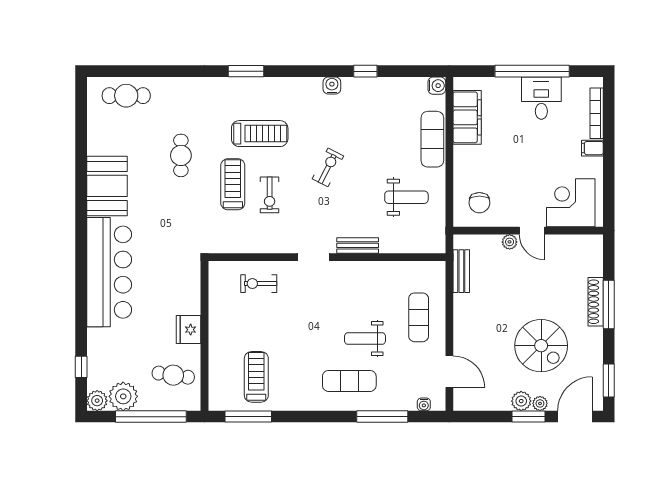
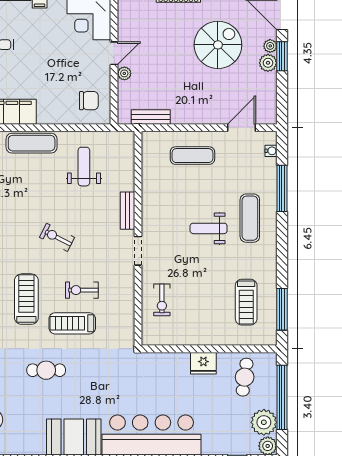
exercise bike: (270, 195) -> (82, 290), turned 180
weight bench: (365, 339) -> (209, 228), moved, turned 90
treadmill: (256, 377) -> (246, 302), turned -90

